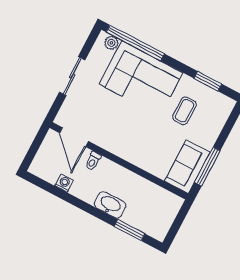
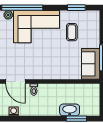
washing machine: (64, 183) -> (14, 111), moved
washbasin: (110, 205) -> (70, 110), moved

